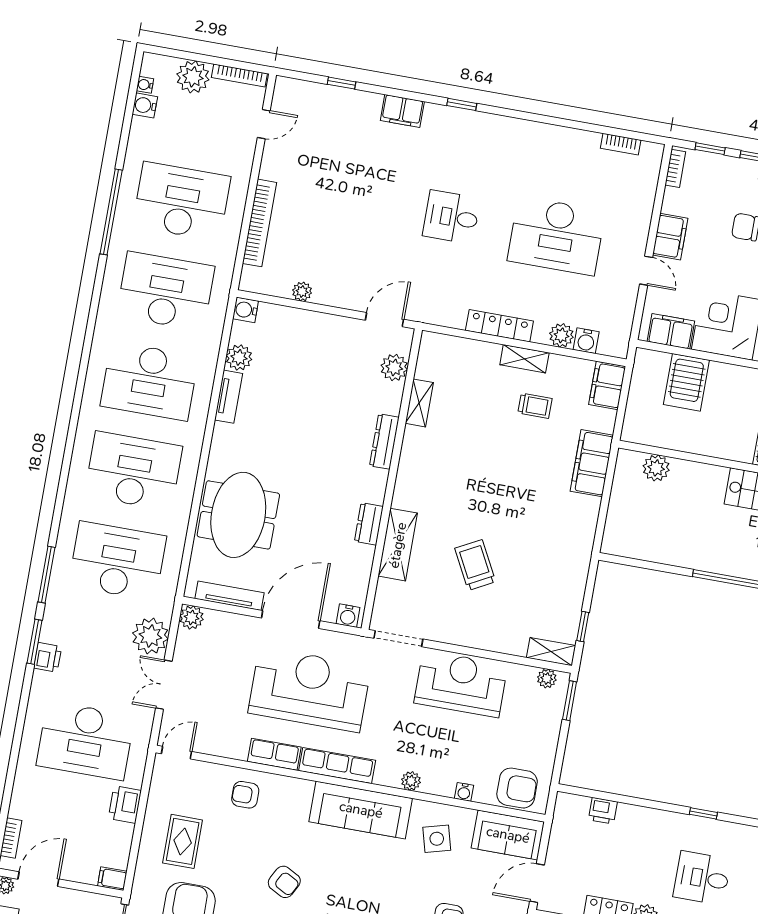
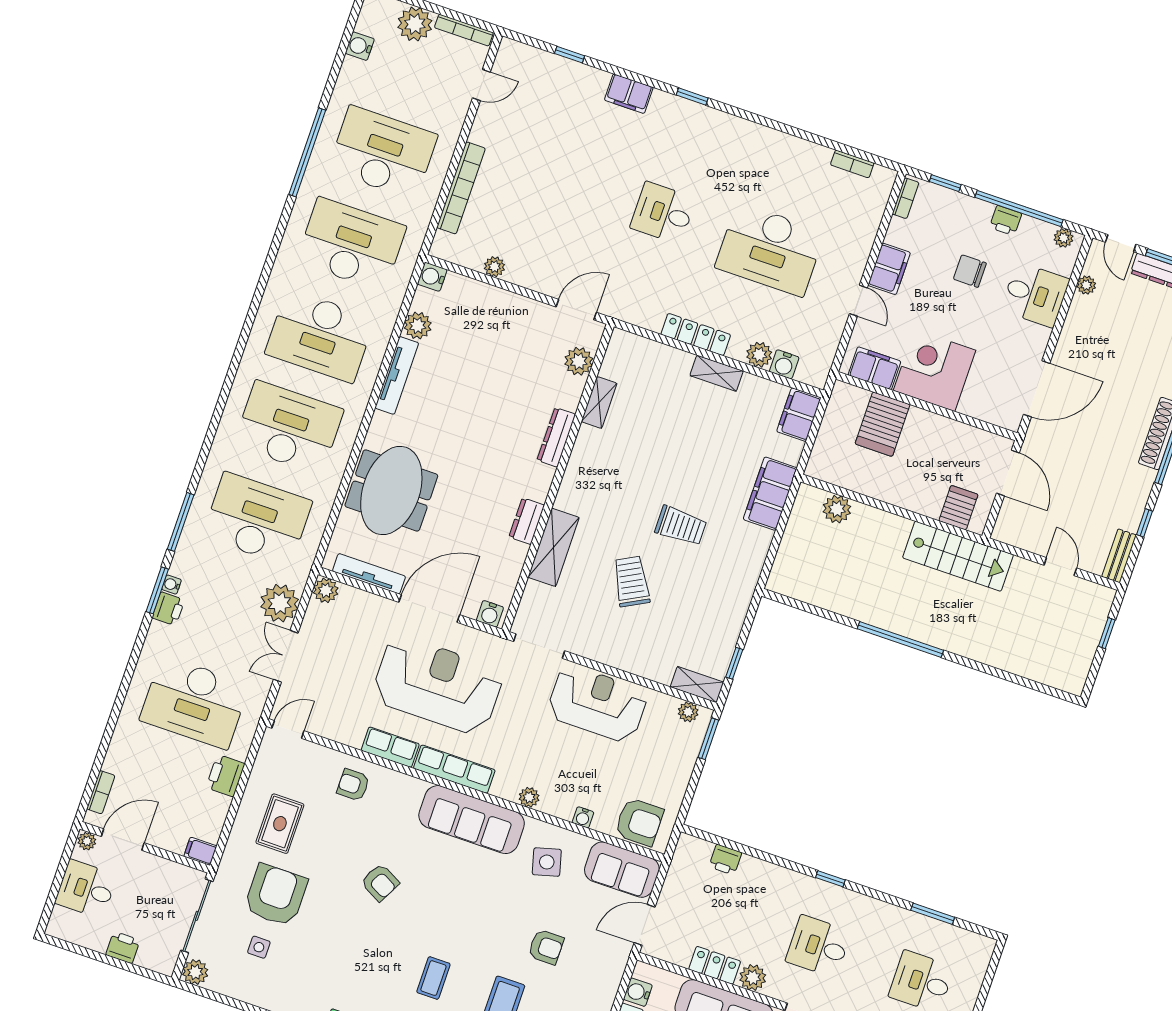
water cooler: (145, 85) -> (172, 585), moved
tv unit: (229, 397) -> (397, 375), width x1.41
trolley: (535, 406) -> (681, 526), moved, width x1.36, depth x1.39

